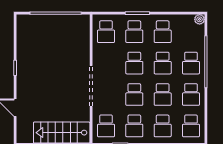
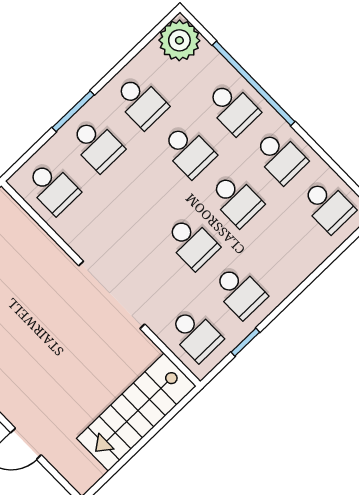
plant: (200, 19) -> (179, 40), width x1.87, depth x1.87
school desk: (134, 63) -> (144, 194), removed
school desk: (163, 126) -> (284, 249), removed

